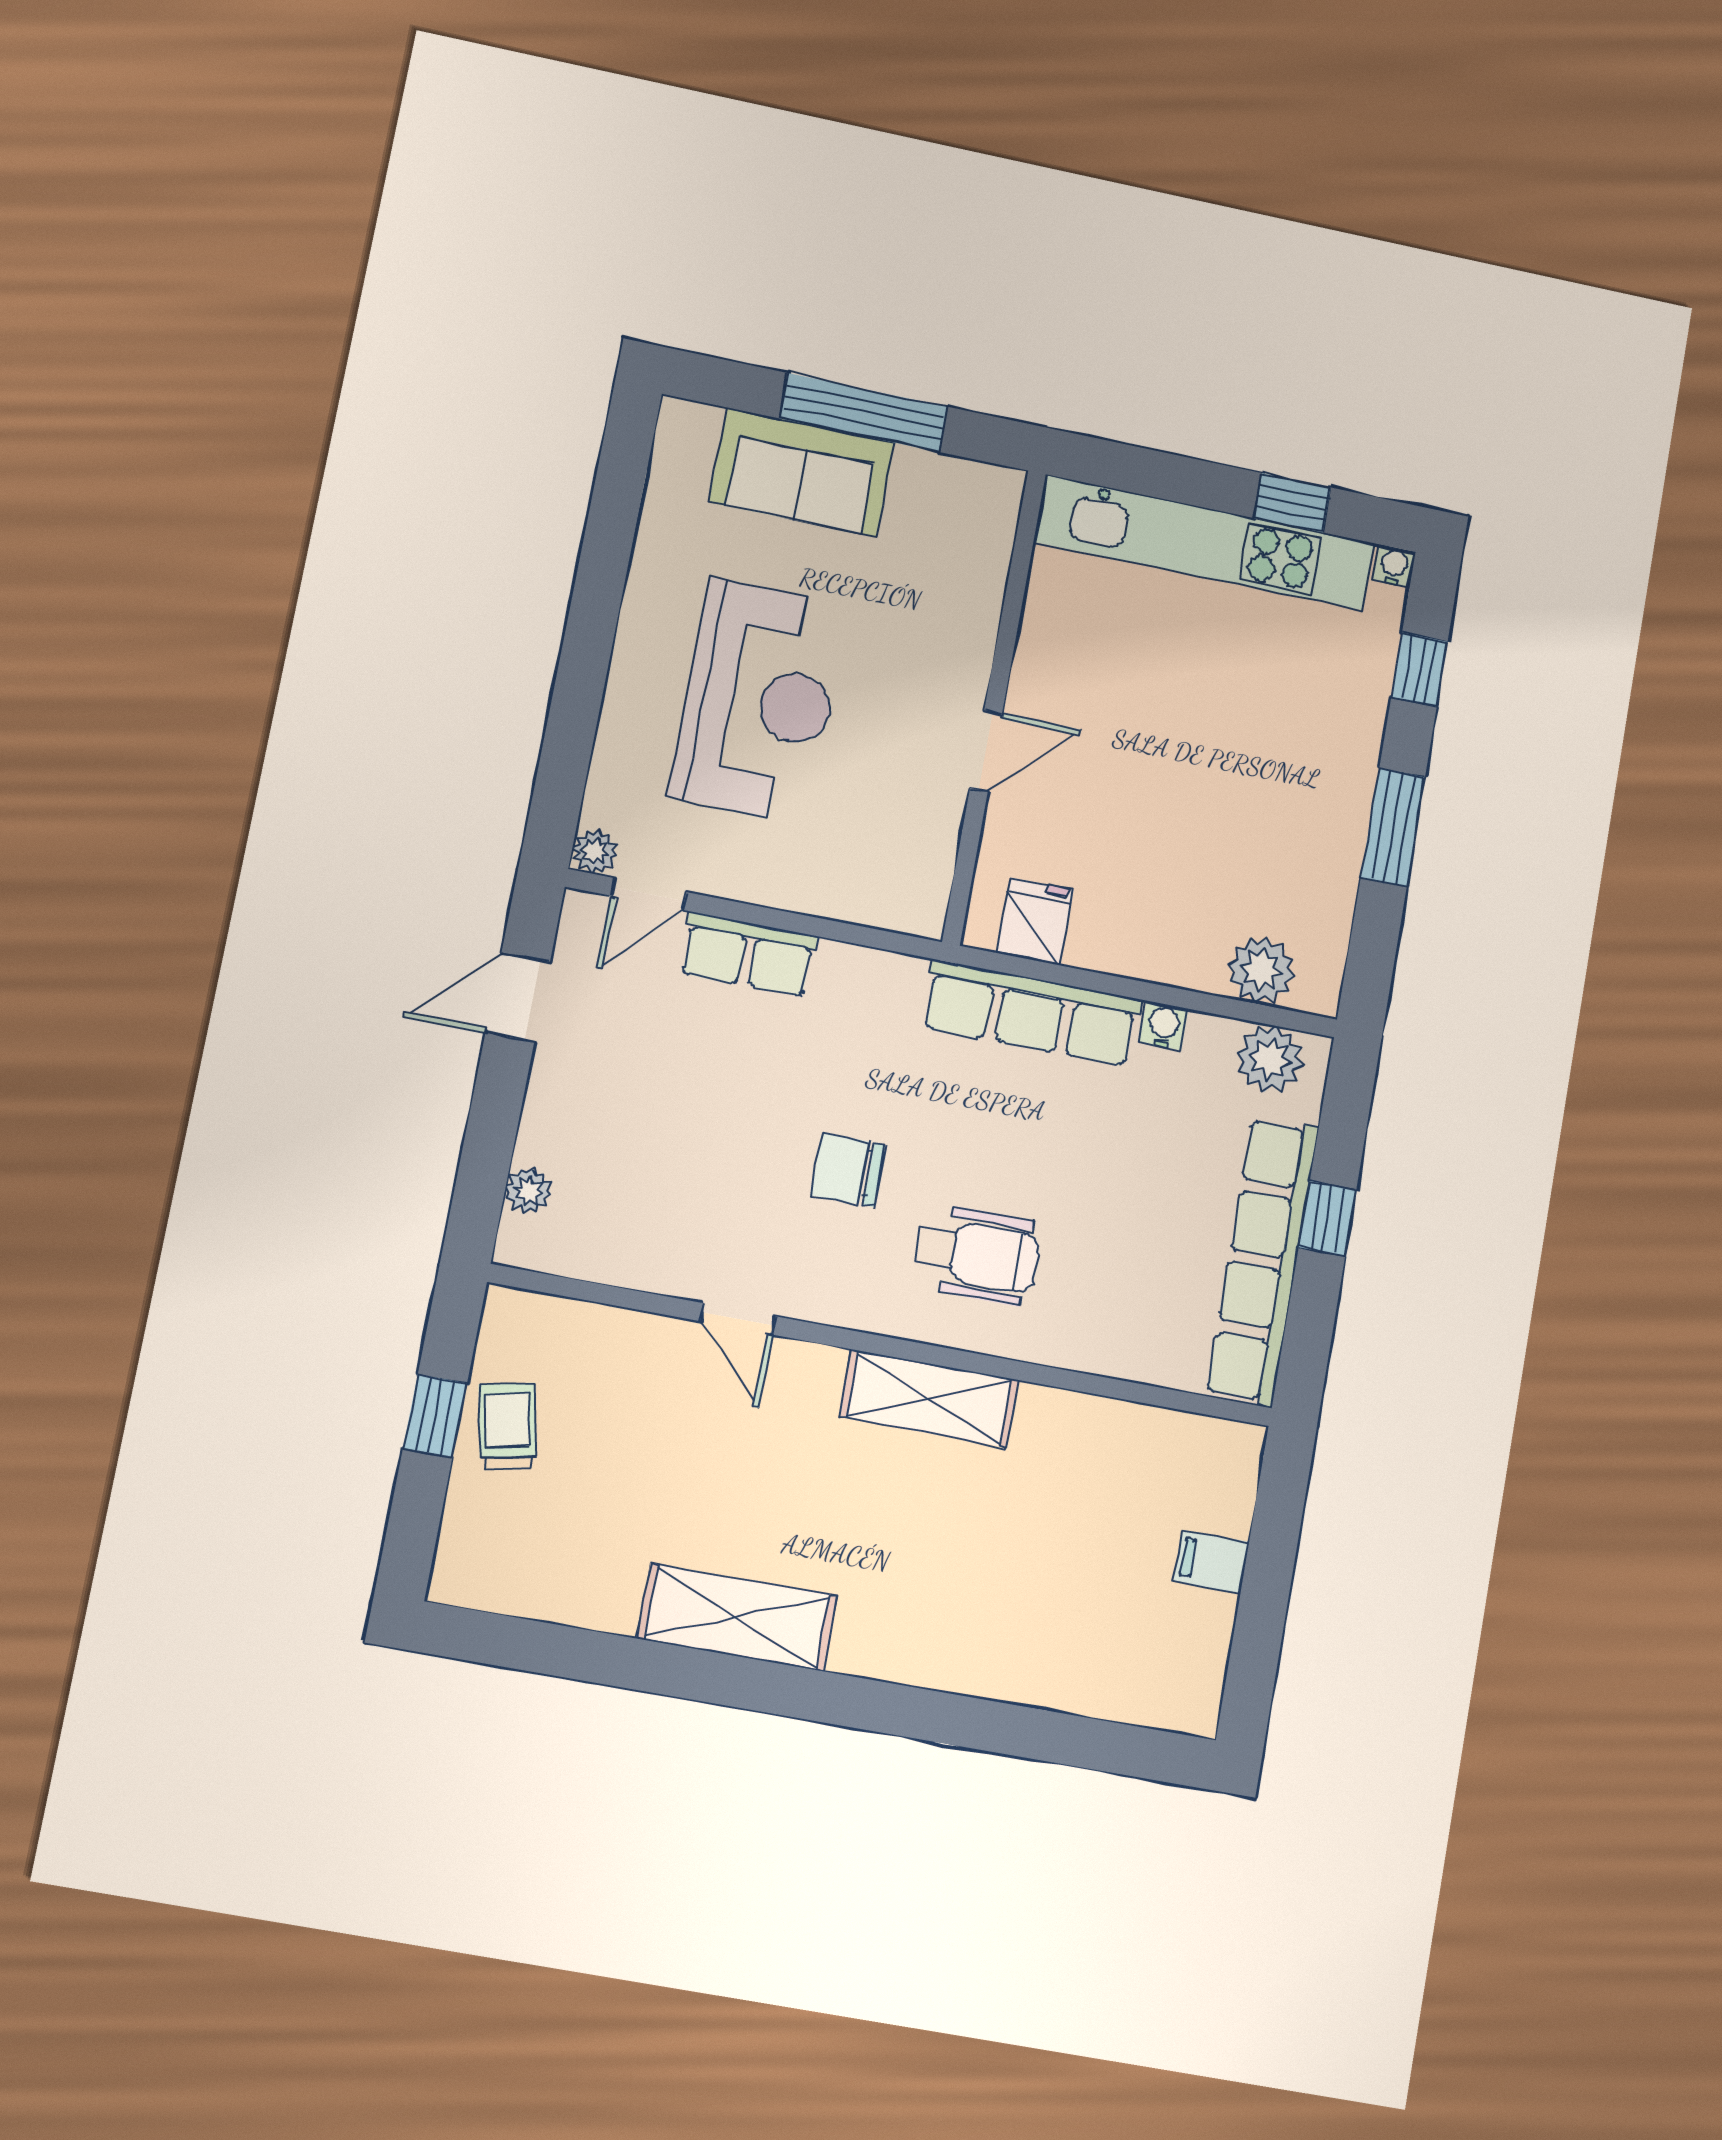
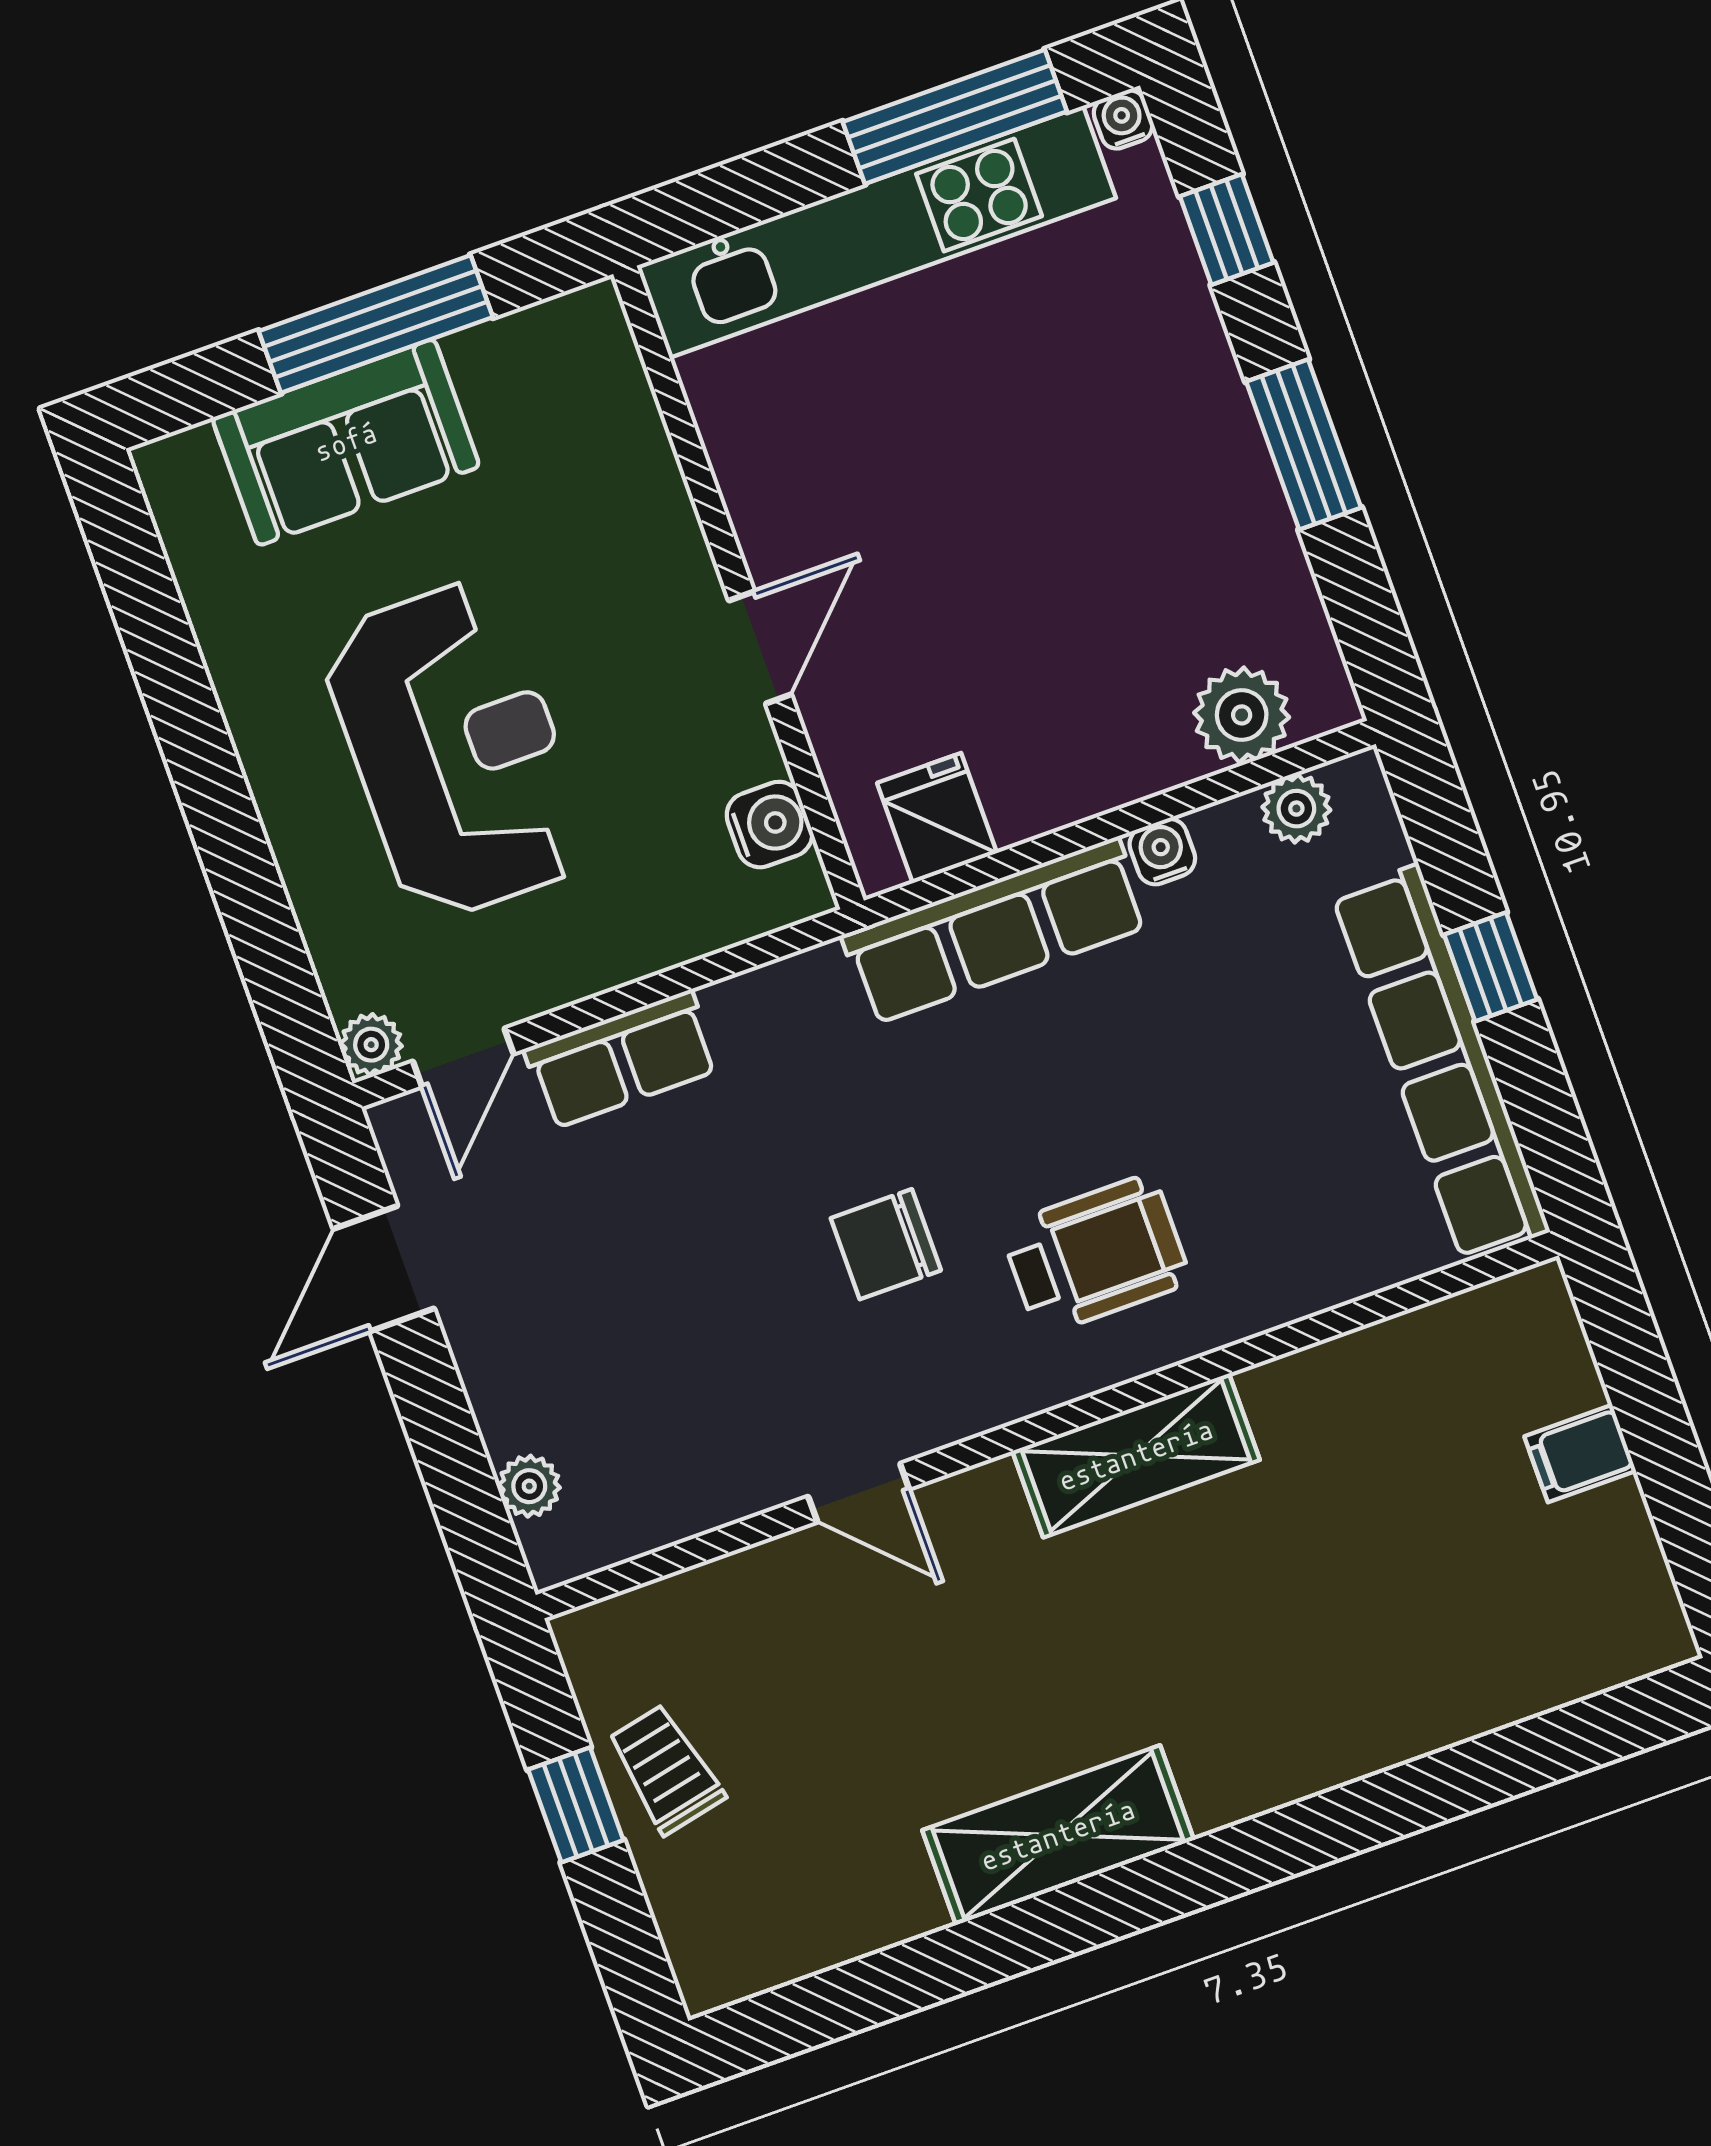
window: (1292, 503) -> (955, 117), width x2.17
water cooler: (928, 863) -> (770, 825), added
plant: (1270, 1059) -> (1296, 809), width x0.73, depth x0.73

